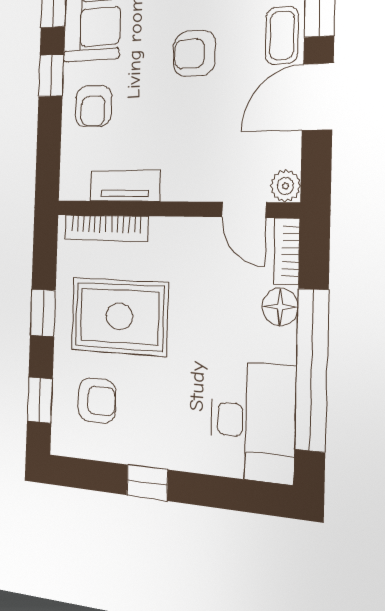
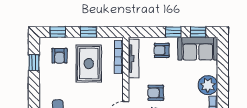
armchair: (194, 54) -> (156, 93), moved, turned -90
tv unit: (125, 186) -> (134, 59), width x1.41
window: (147, 483) -> (34, 63), moved

